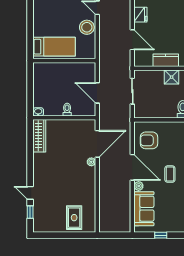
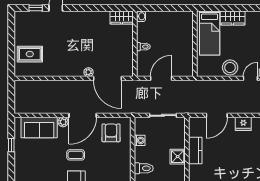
wardrobe: (40, 25) -> (233, 18), added
washing machine: (156, 113) -> (140, 140), added
wardrobe: (39, 136) -> (122, 17), width x0.67

